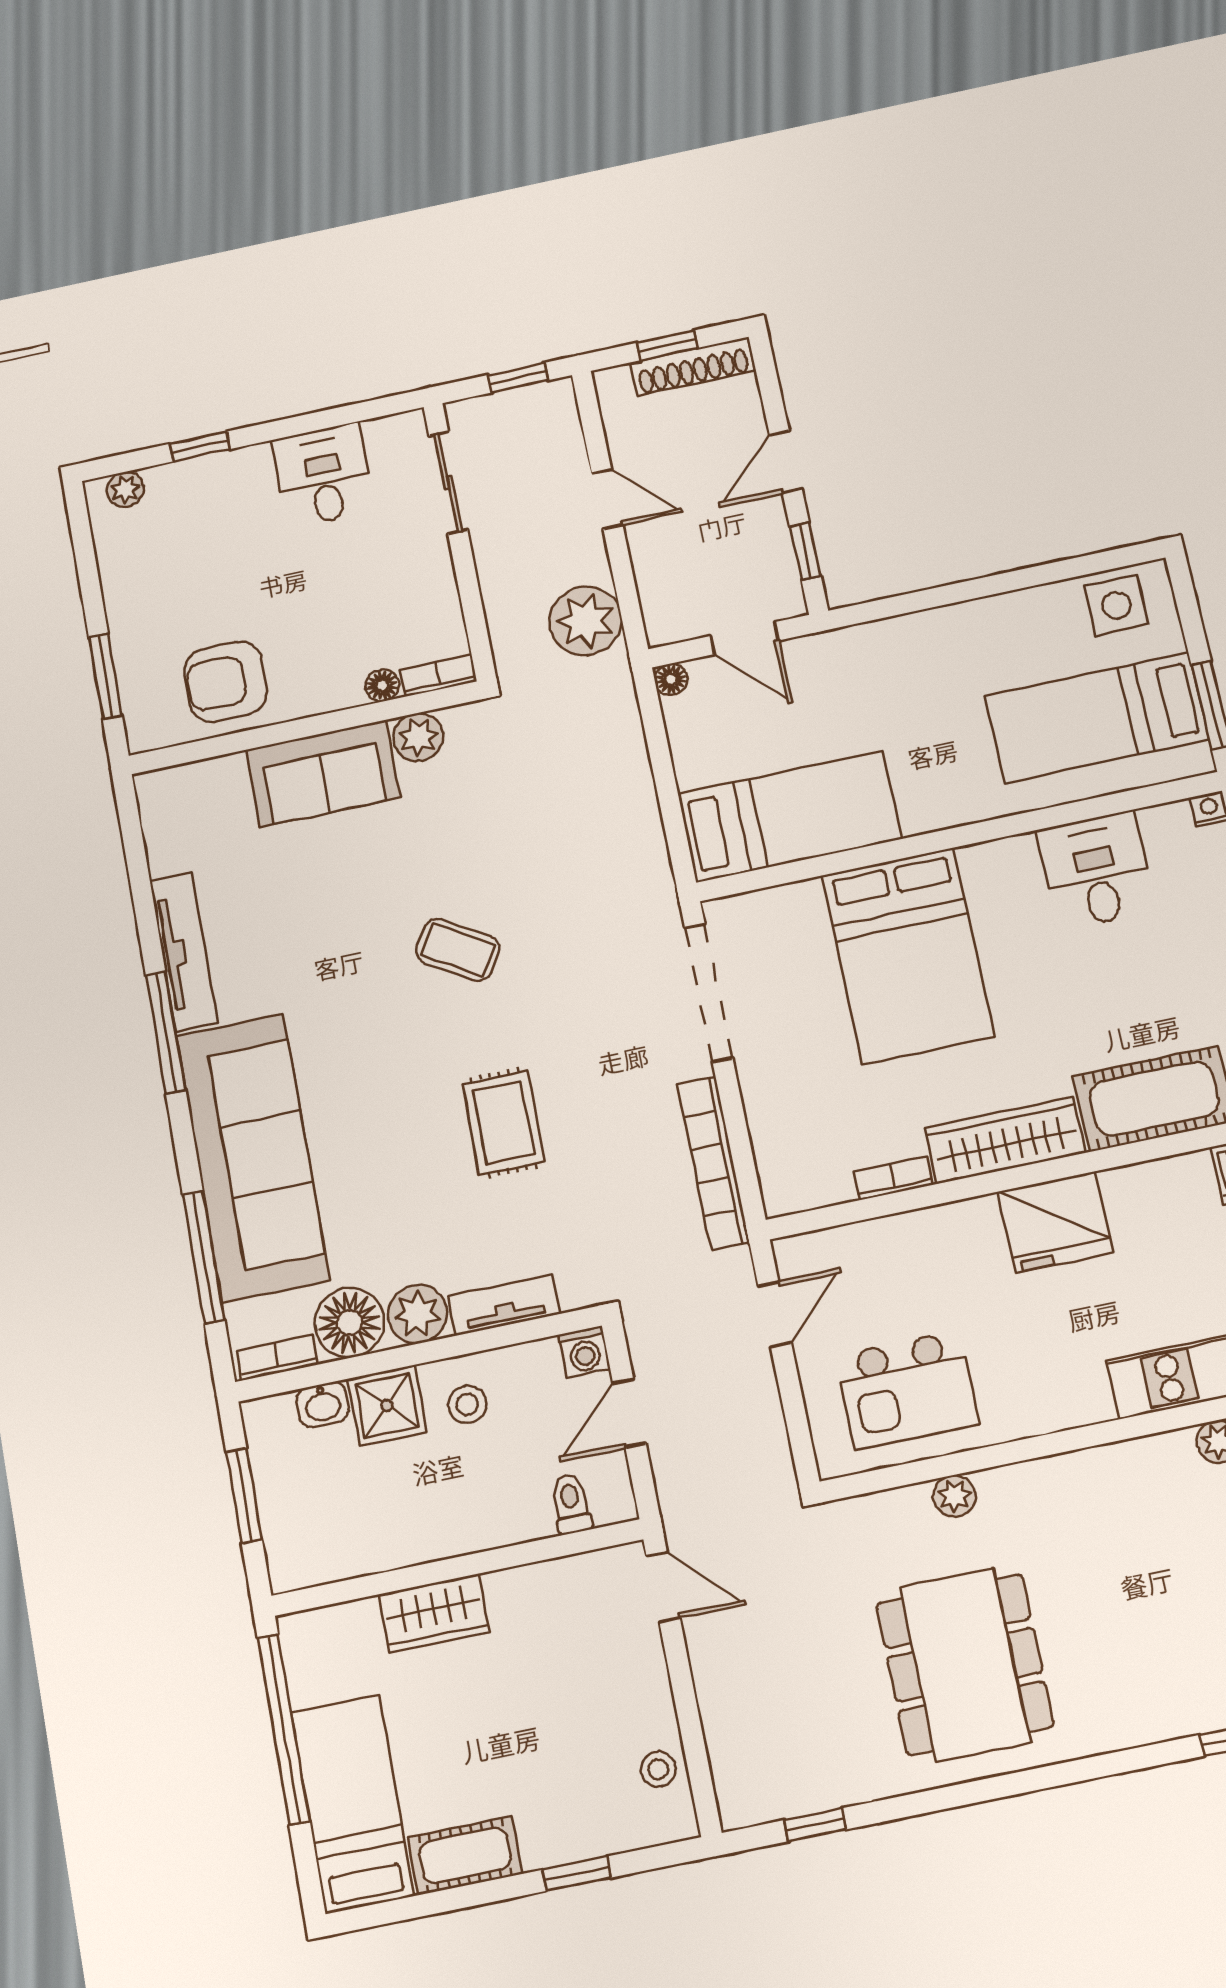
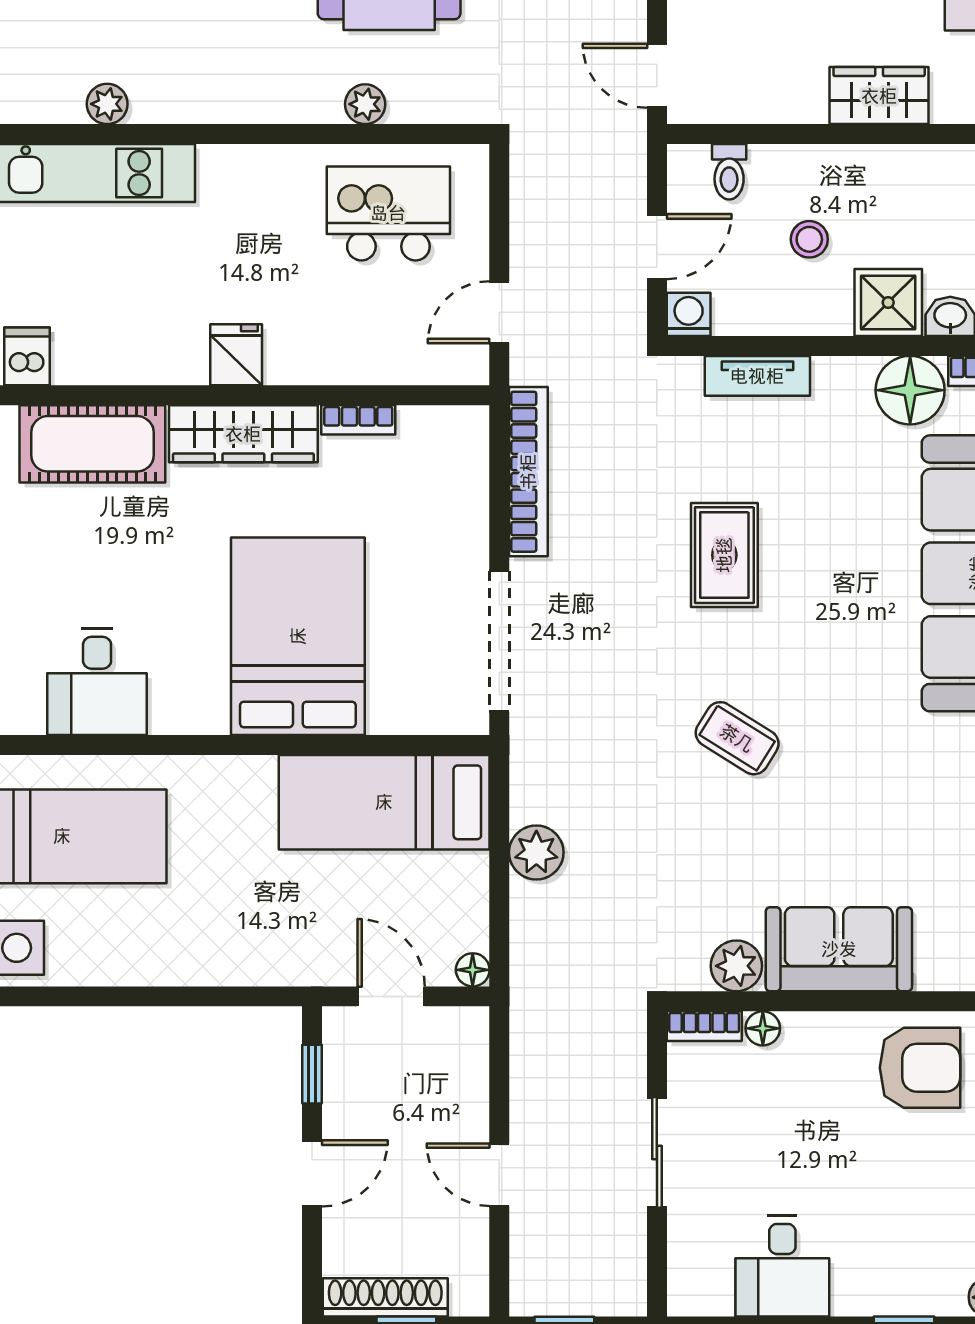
sliding door: (448, 483) -> (657, 1152), moved
plant: (585, 621) -> (536, 852), moved, width x0.73, depth x0.73
fridge: (1055, 1222) -> (236, 355), width x0.53, depth x0.75
plant: (417, 1314) -> (843, 385), removed
stool: (467, 1404) -> (809, 239), moved

